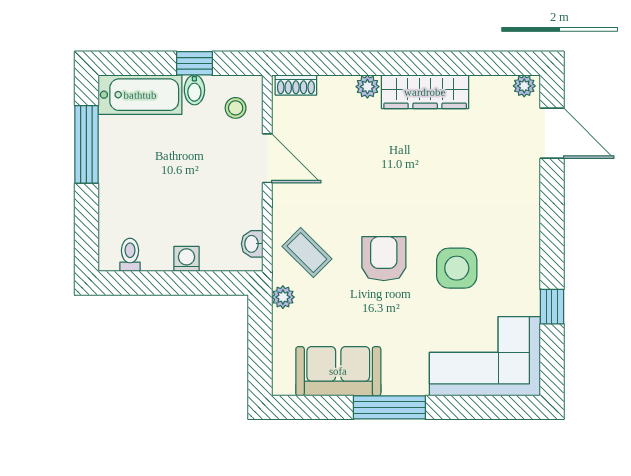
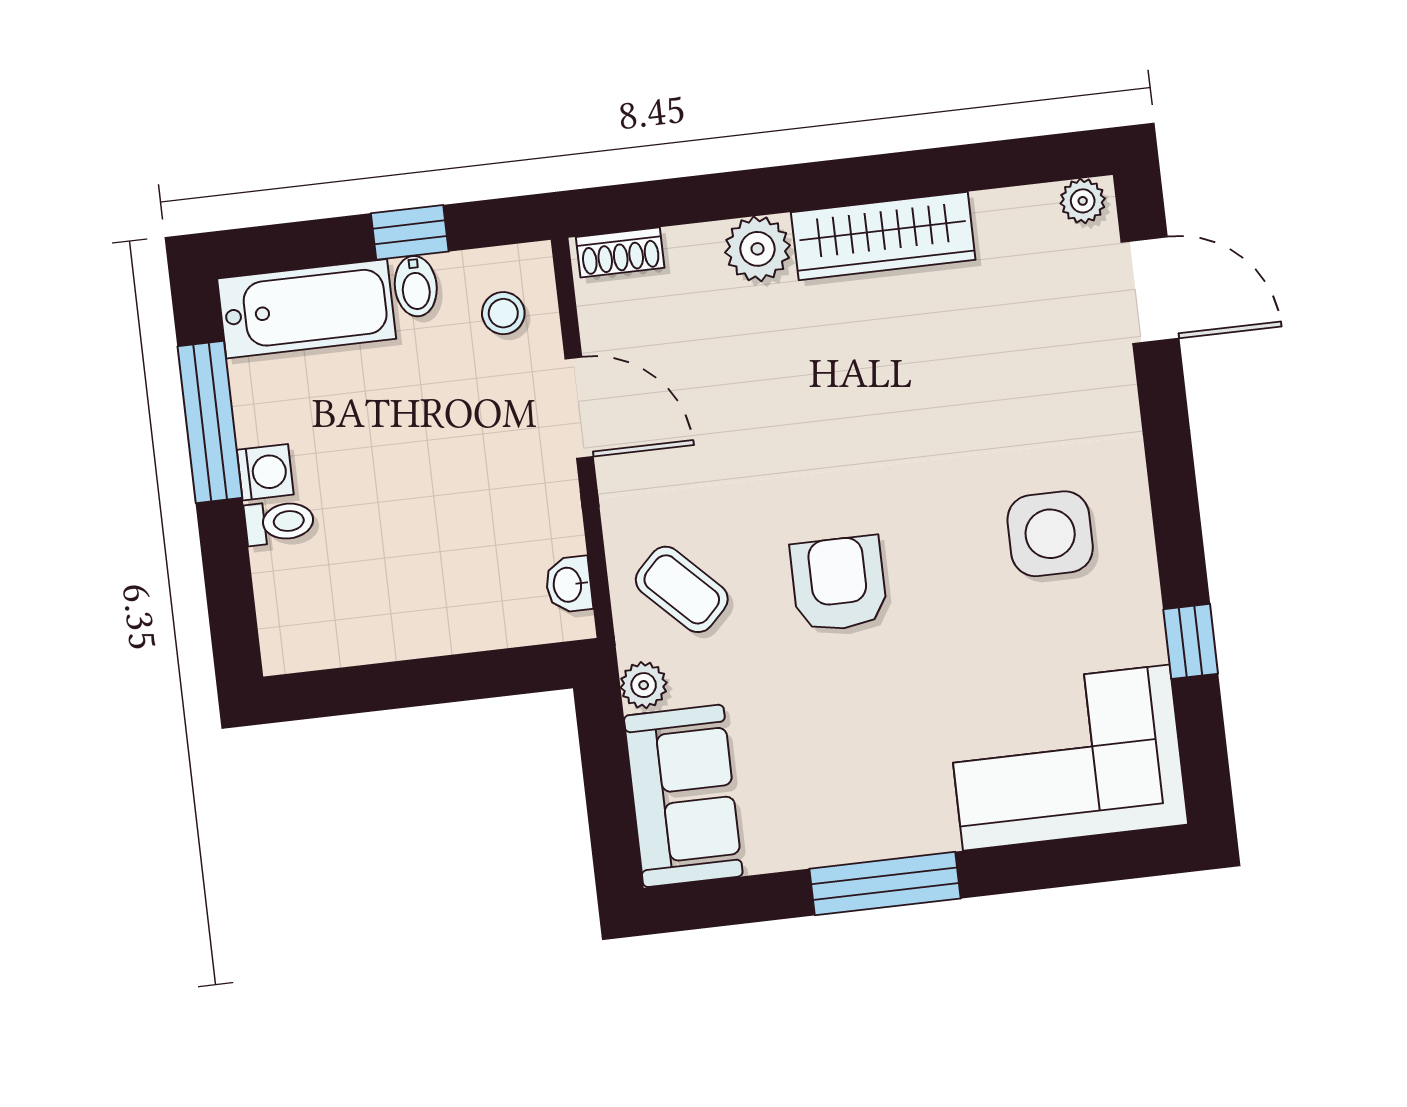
plant: (367, 87) -> (758, 249), width x1.38, depth x1.38
toilet: (130, 255) -> (279, 522), moved, turned 90
washing machine: (187, 259) -> (265, 472), moved, turned 90
side table: (457, 268) -> (1050, 534), moved
sofa: (338, 371) -> (683, 796), moved, turned 90

